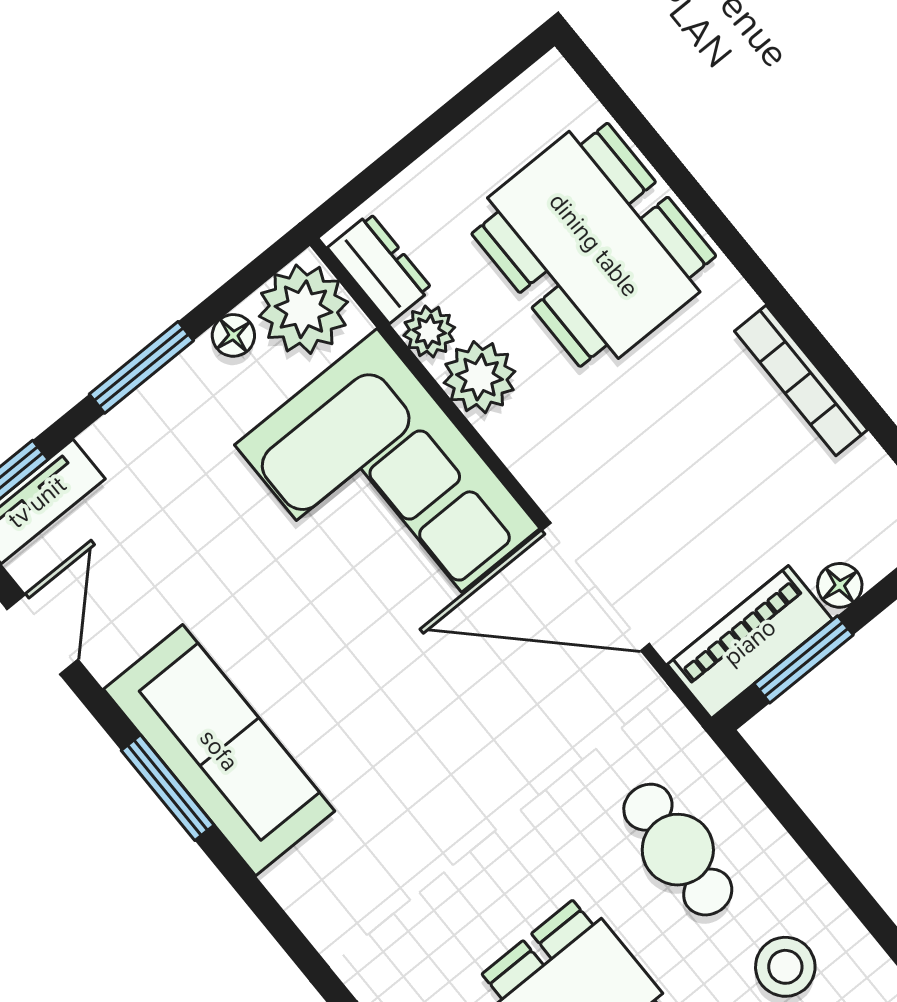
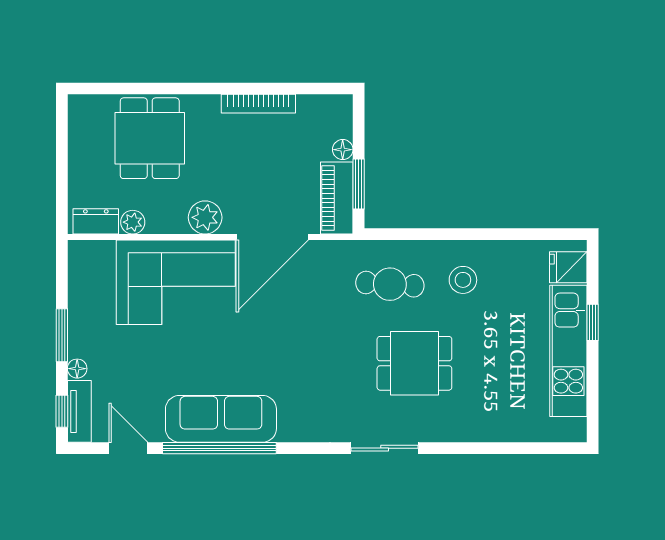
dining table: (594, 245) -> (150, 138), width x0.73
plant: (303, 309) -> (88, 260), removed
floor lamp: (233, 335) -> (77, 369), moved
plant: (479, 377) -> (205, 217), moved
window: (168, 788) -> (219, 448), width x2.11

